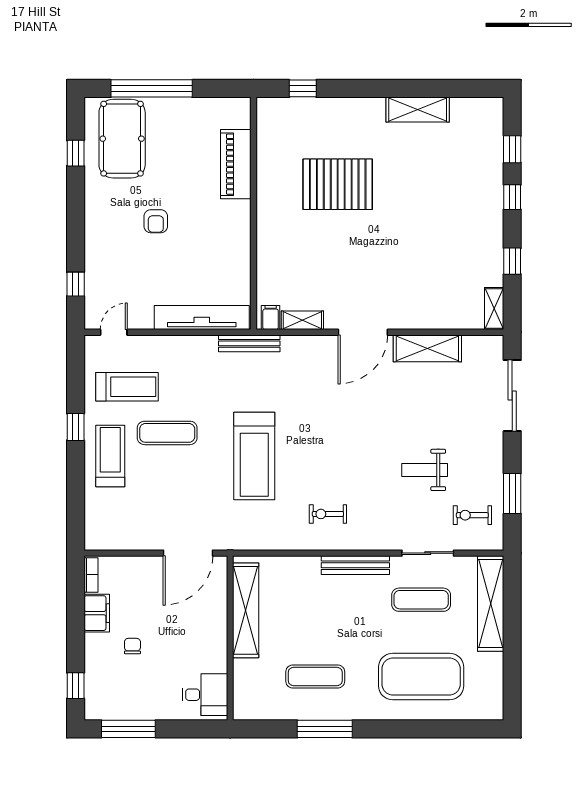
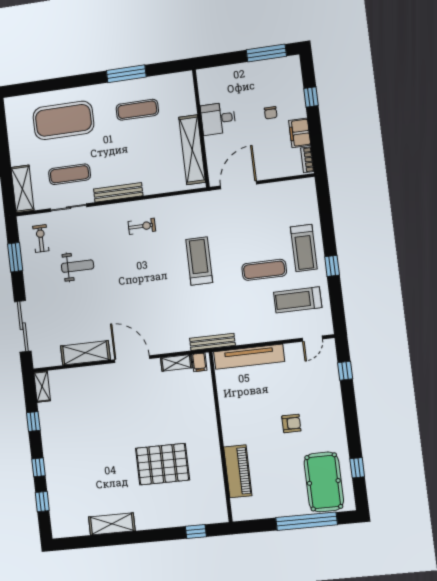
armchair: (156, 221) -> (291, 423), turned 90
door: (363, 332) -> (132, 359), hinge flipped
treadmill: (254, 456) -> (199, 261), width x0.73, depth x0.73
exercise bike: (472, 515) -> (41, 238), turned -90
shelving: (491, 603) -> (22, 189), width x0.68
window: (76, 686) -> (311, 97), moved
desk: (205, 695) -> (218, 119), moved

